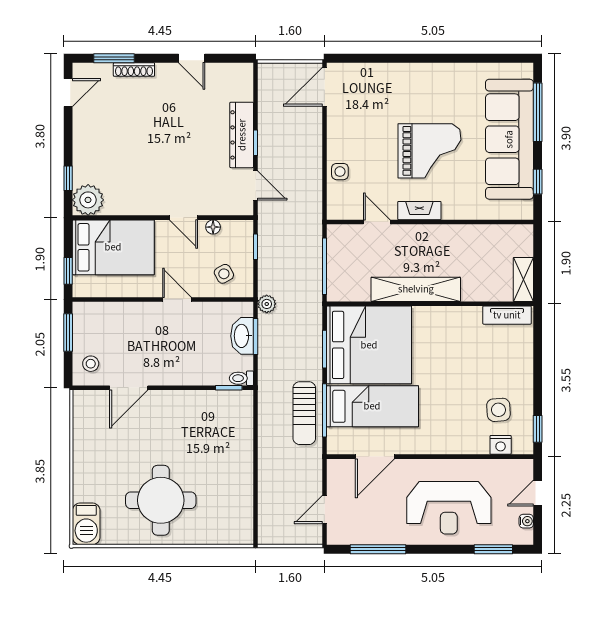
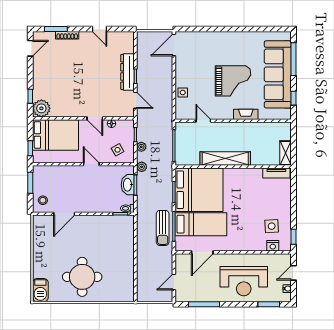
fireplace: (419, 211) -> (246, 114), moved
plant: (266, 268) -> (141, 147), added

